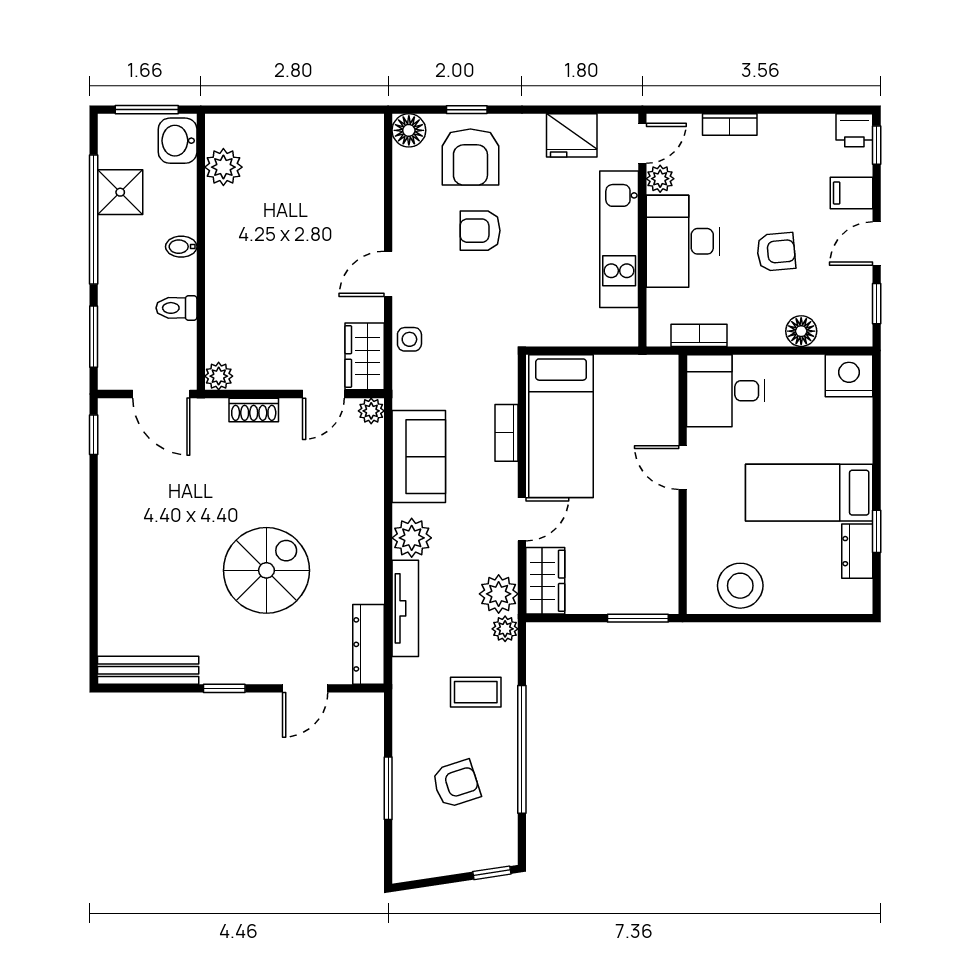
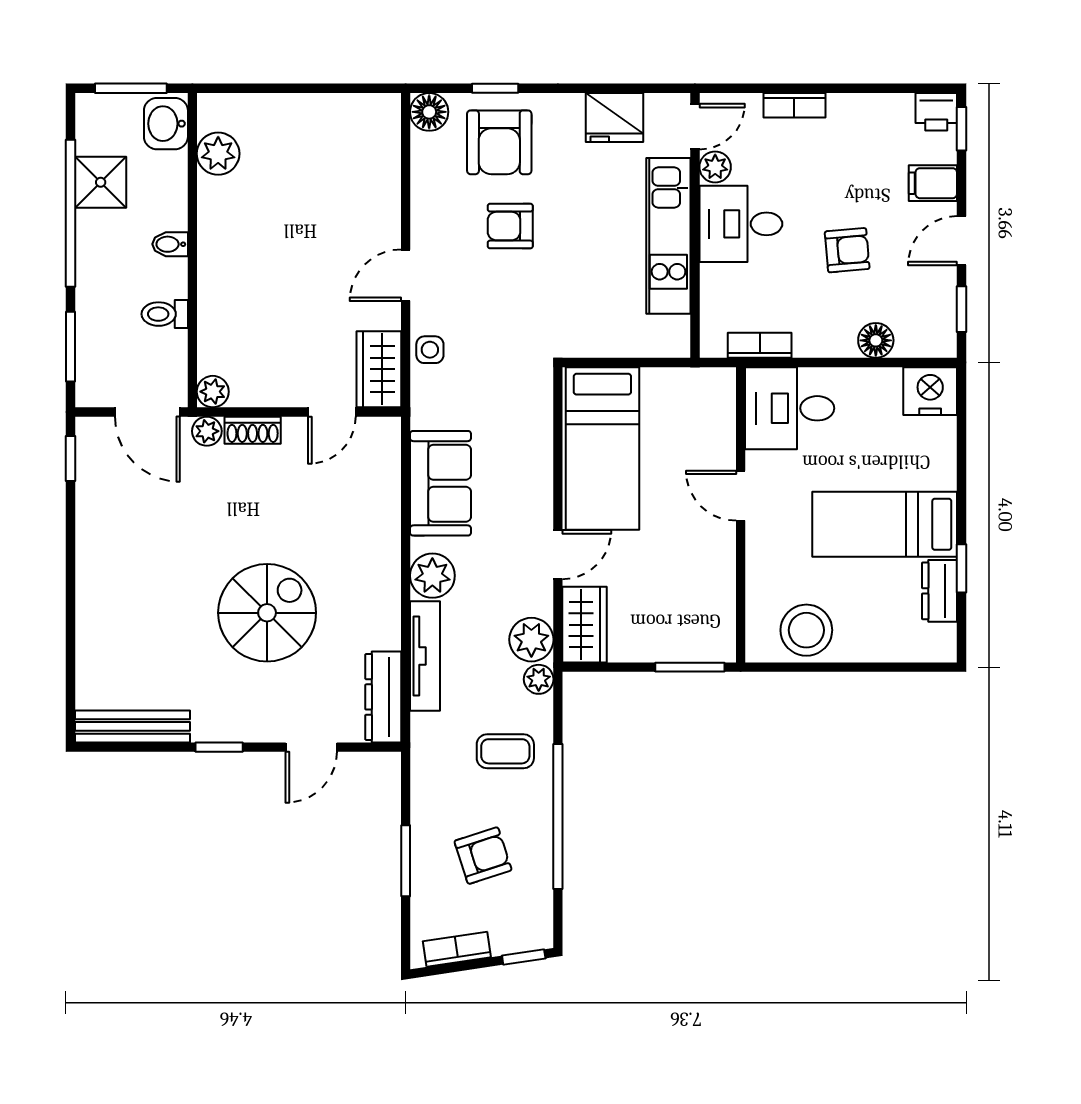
desk: (683, 241) -> (741, 224), width x0.73
plant: (371, 411) -> (207, 431), moved
bookcase: (507, 433) -> (457, 949), moved, turned 81

